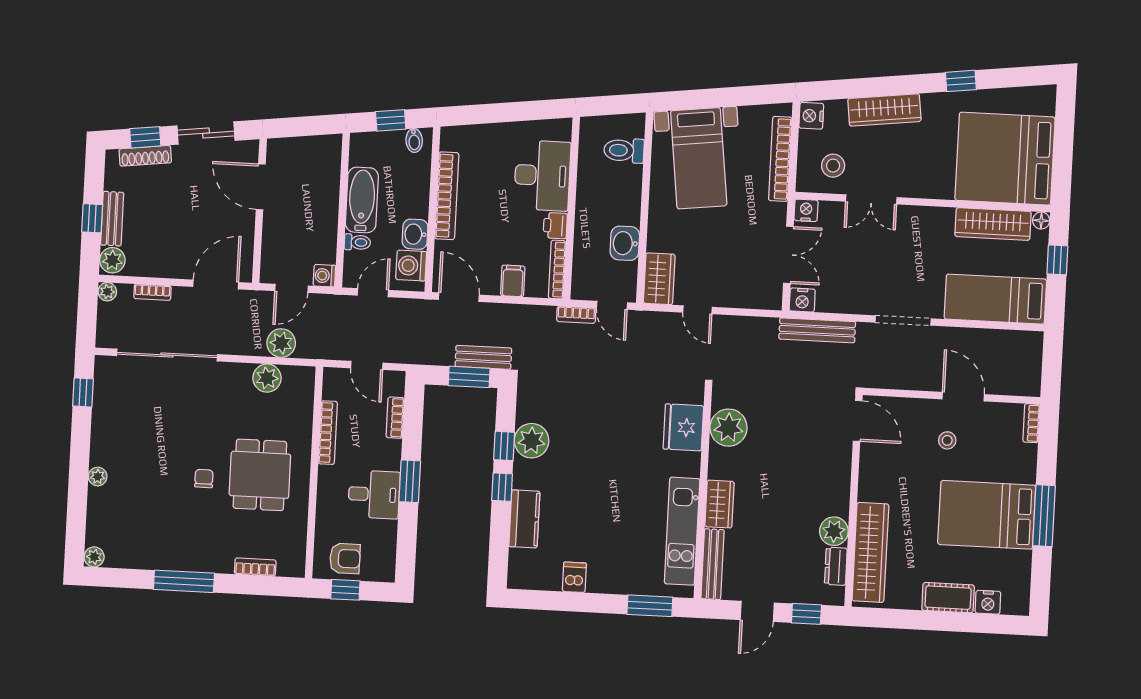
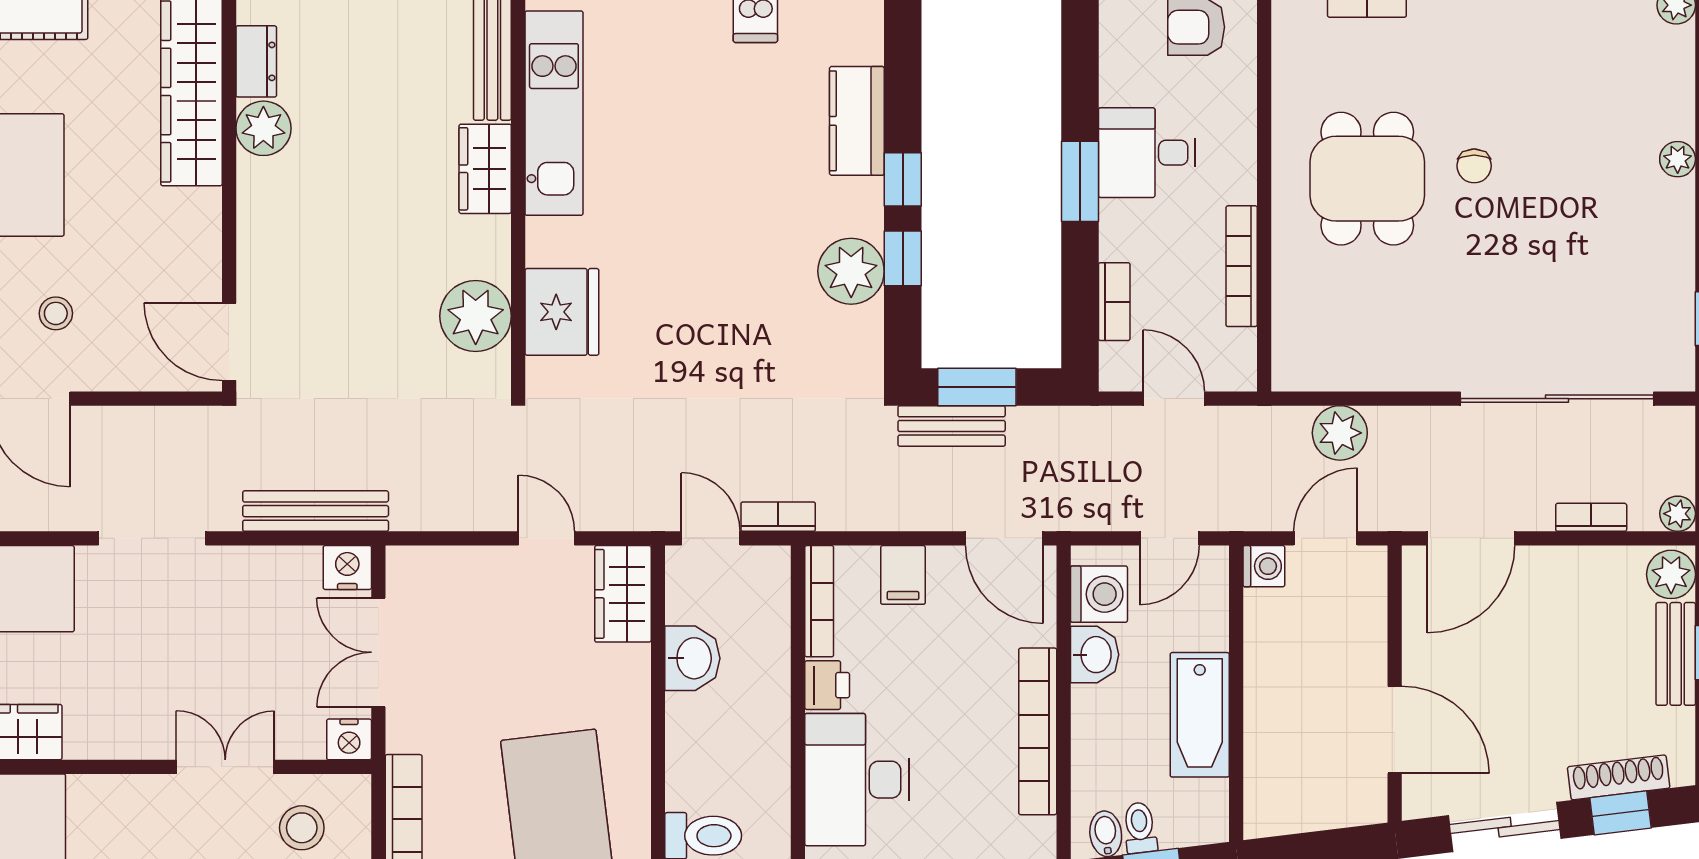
toilet: (357, 242) -> (1140, 828), moved, turned 83
plant: (267, 378) -> (1363, 365), removed

